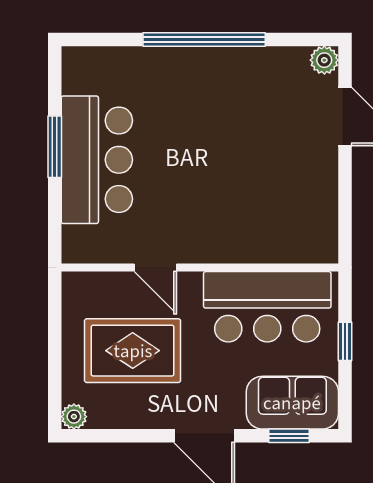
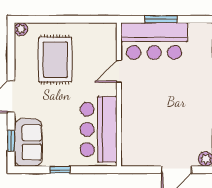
door: (155, 267) -> (119, 71), moved
wall: (200, 267) -> (119, 94), moved
bar counter: (267, 307) -> (99, 129), moved

